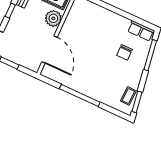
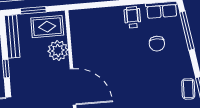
wheelchair: (118, 25) -> (132, 17), added

